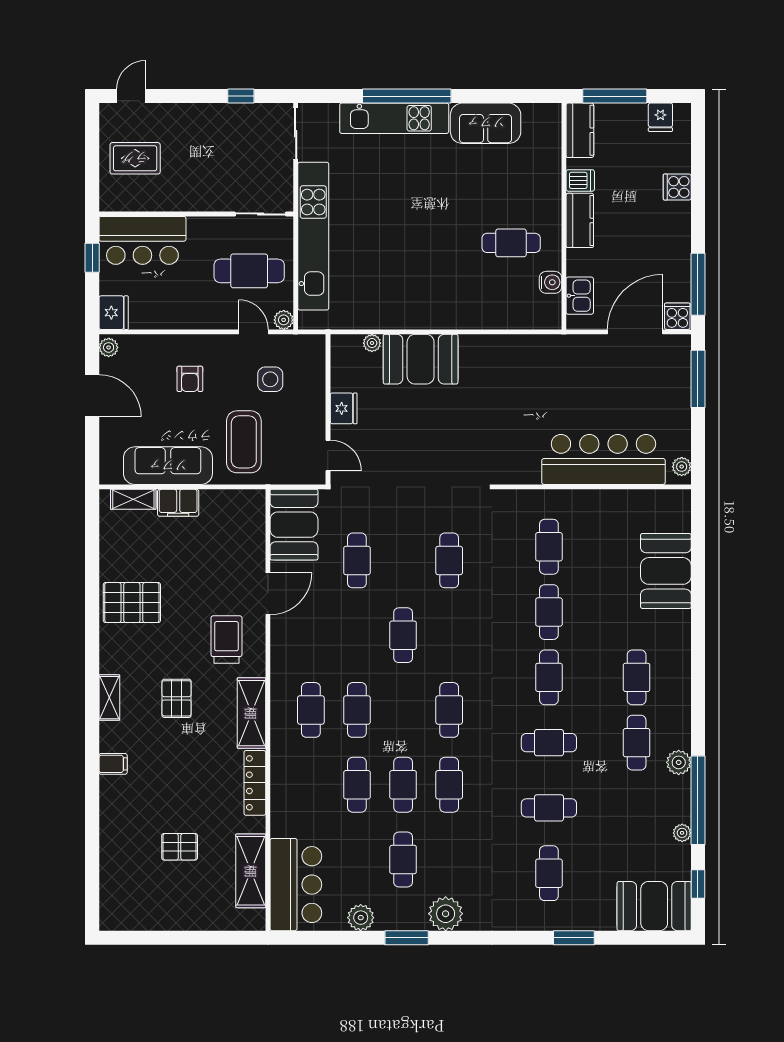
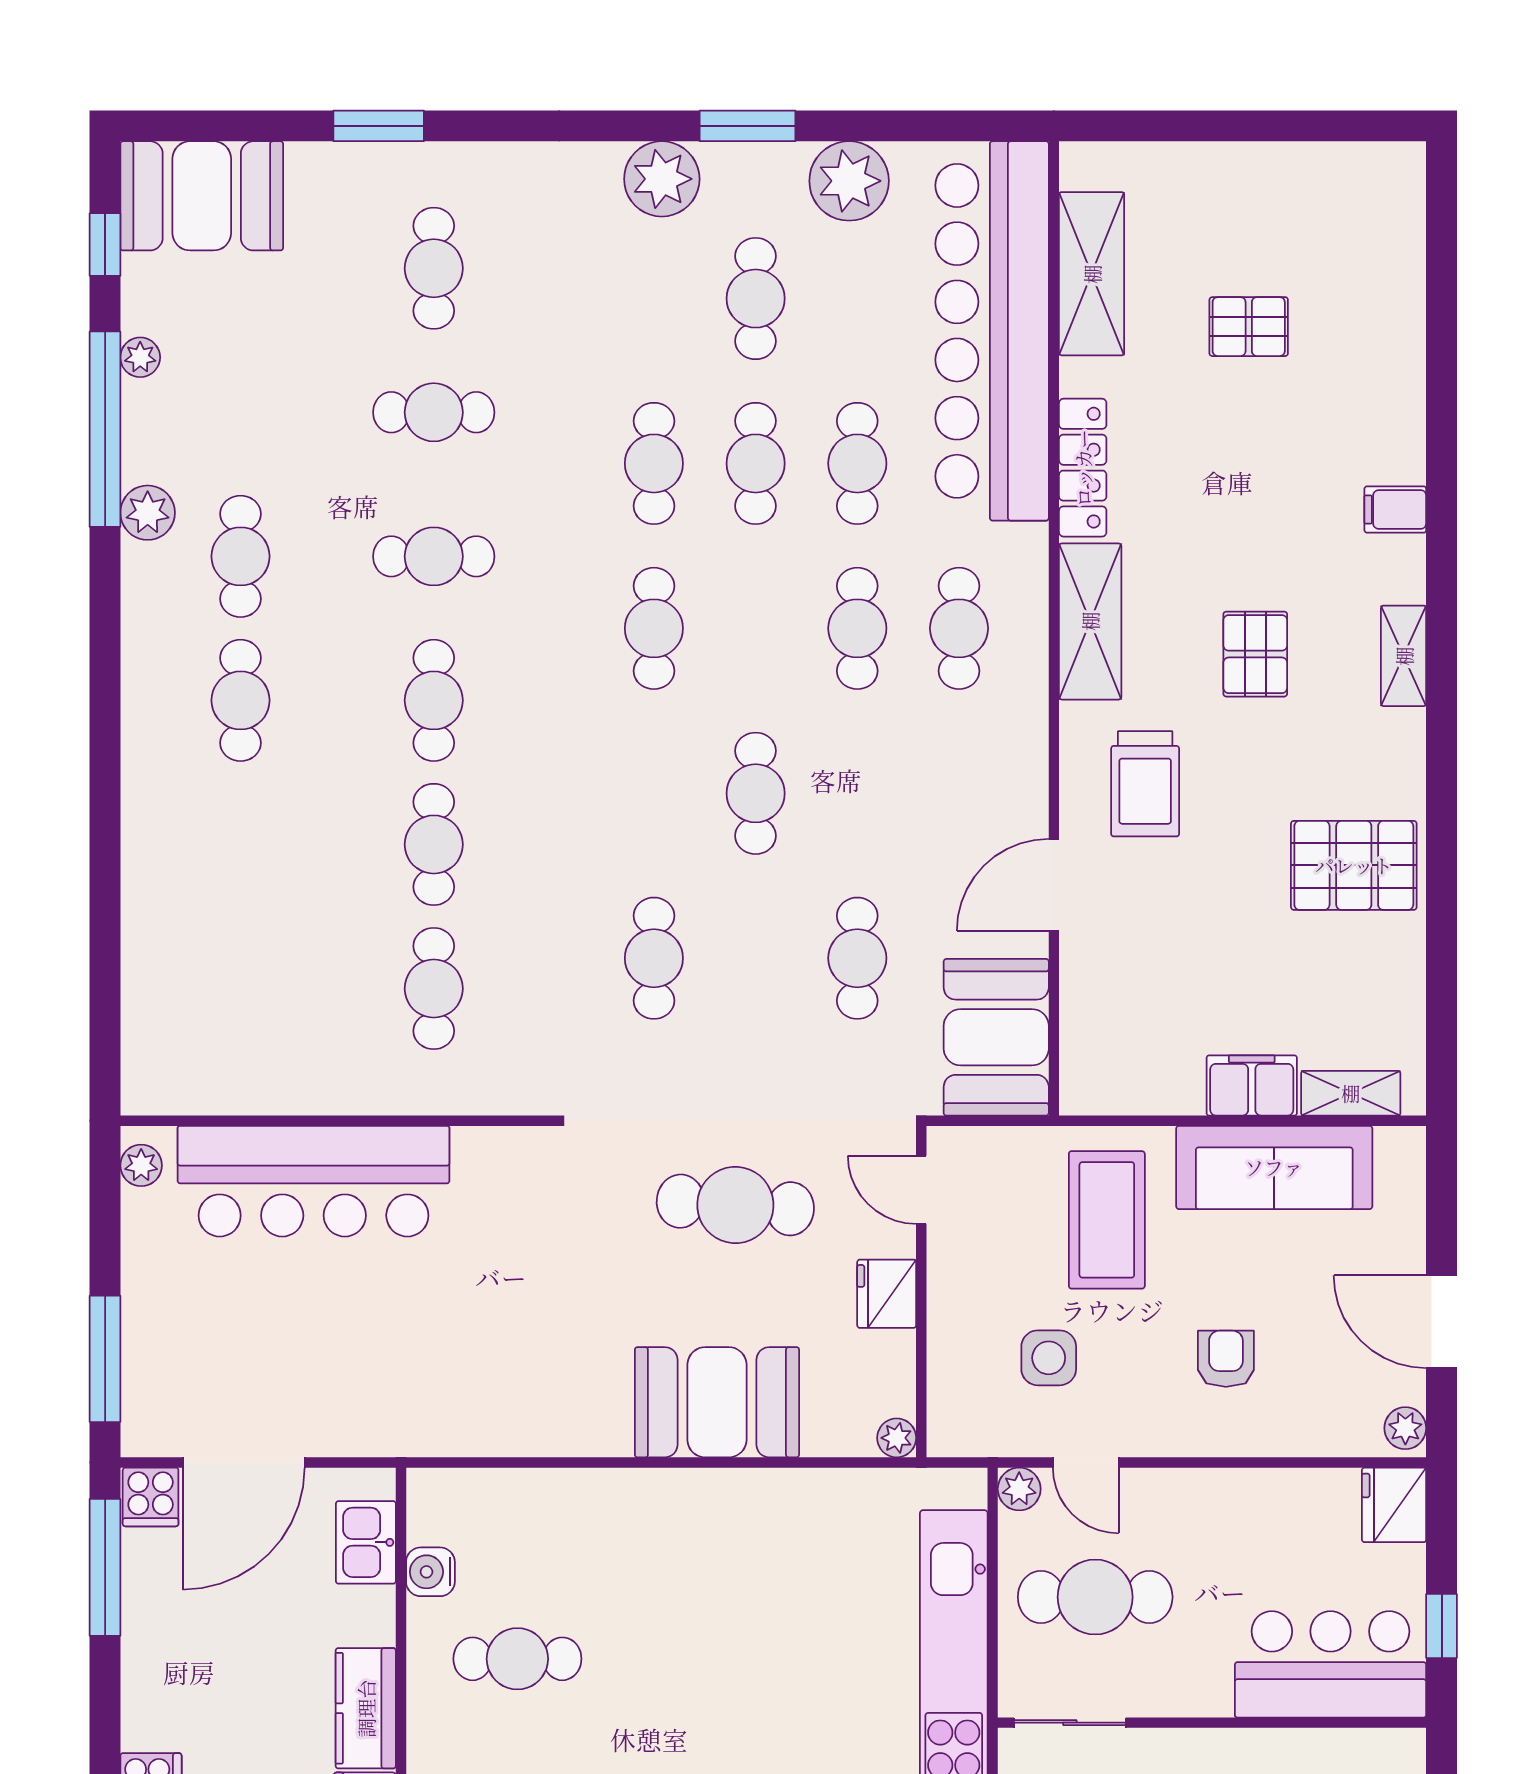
plant: (372, 343) -> (897, 1438), moved
cafe table: (412, 449) -> (735, 1205), added
booth: (666, 571) -> (176, 935), removed
bar counter: (296, 885) -> (992, 331), width x1.86
plant: (361, 918) -> (849, 181), width x1.36, depth x1.36

